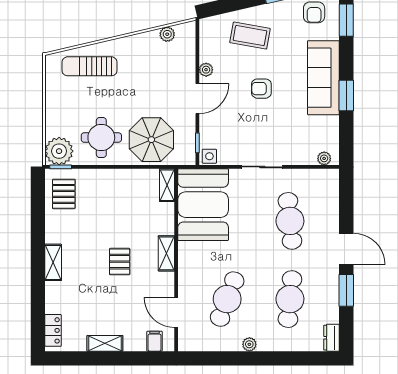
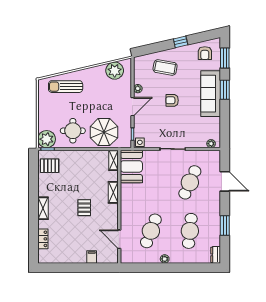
plant: (167, 34) -> (115, 71), width x1.88, depth x1.88
window: (346, 96) -> (225, 90), moved
pallet: (64, 194) -> (50, 166), turned 90
booth: (203, 205) -> (131, 166), width x0.73, depth x0.70
cafe table: (290, 221) -> (190, 182), turned 30
door: (346, 249) -> (225, 181), moved
shelving: (166, 253) -> (113, 192), moved
locker: (53, 330) -> (43, 239), moved
filing cabinet: (155, 341) -> (92, 257), moved
shelving: (105, 343) -> (75, 258), removed

